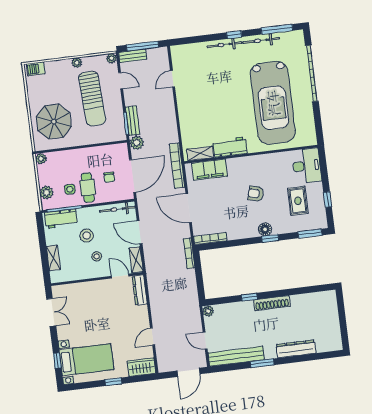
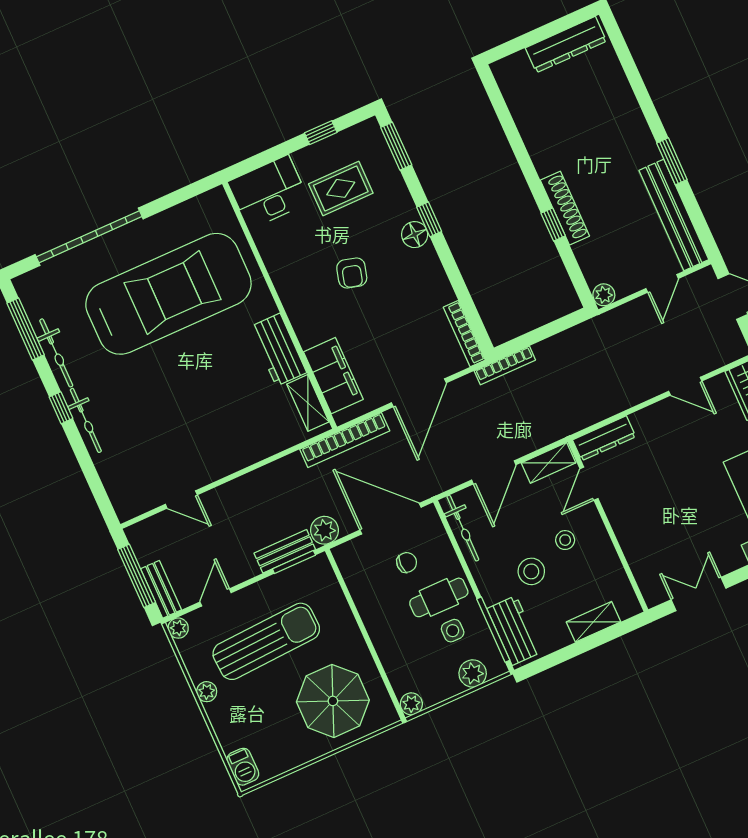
shoe rack: (272, 303) -> (565, 208), moved
dresser: (296, 349) -> (566, 45), moved, turned -90

